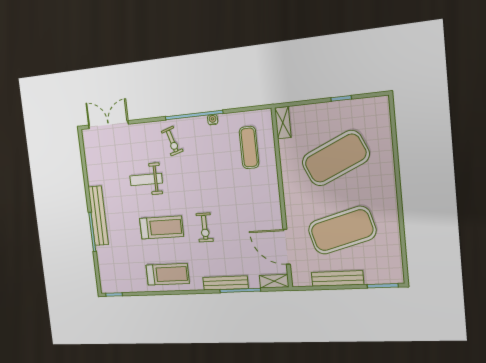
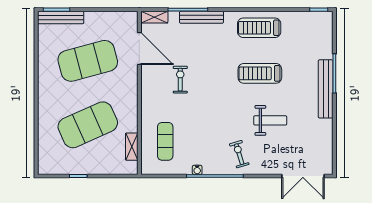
shelving: (283, 123) -> (132, 147), moved
exercise bike: (205, 227) -> (180, 80), moved
bench: (337, 279) -> (61, 18), moved

